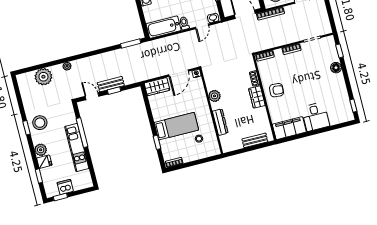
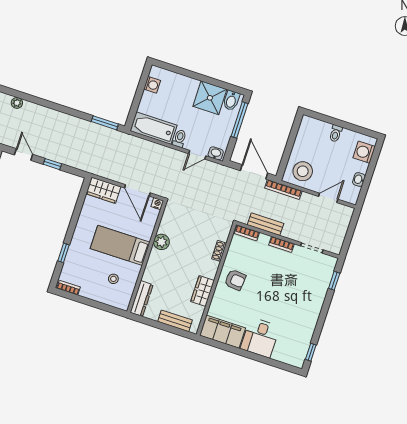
floor lamp: (336, 68) -> (318, 297), removed
door: (179, 73) -> (137, 190), hinge flipped
bench: (111, 84) -> (266, 224), moved
wardrobe: (257, 97) -> (203, 291), moved
dresser: (220, 122) -> (142, 299), moved
bed: (176, 126) -> (120, 245), moved, turned 180

